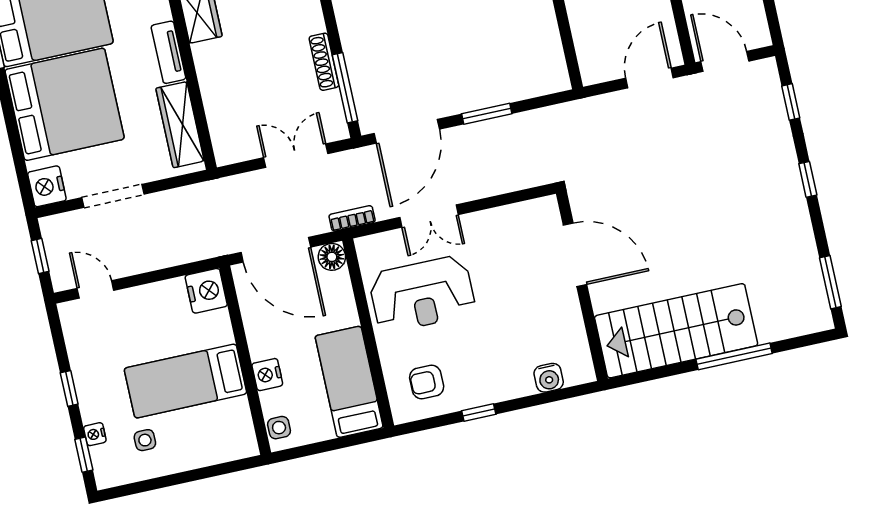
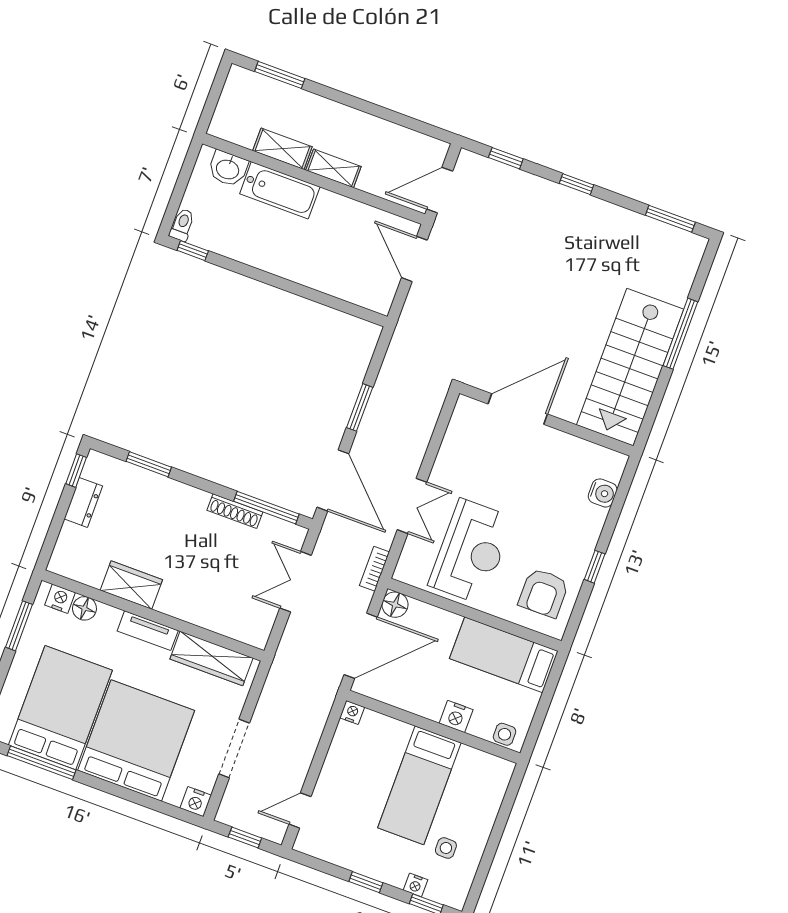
nightstand: (47, 186) -> (196, 802), width x0.74, depth x0.75
nightstand: (206, 291) -> (352, 713), width x0.53, depth x0.56
armchair: (427, 382) -> (544, 593), width x1.38, depth x1.38

